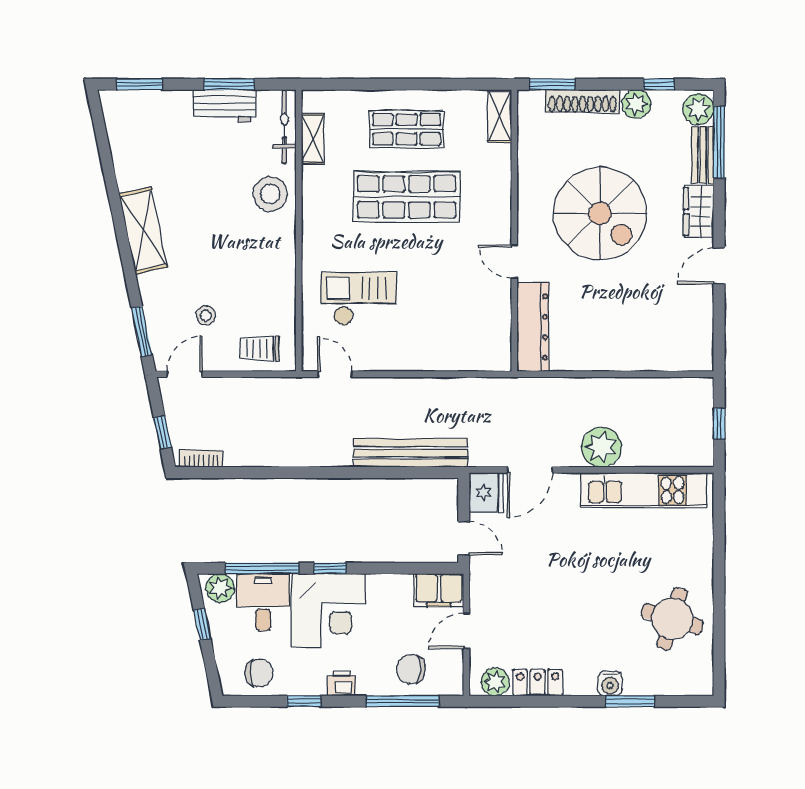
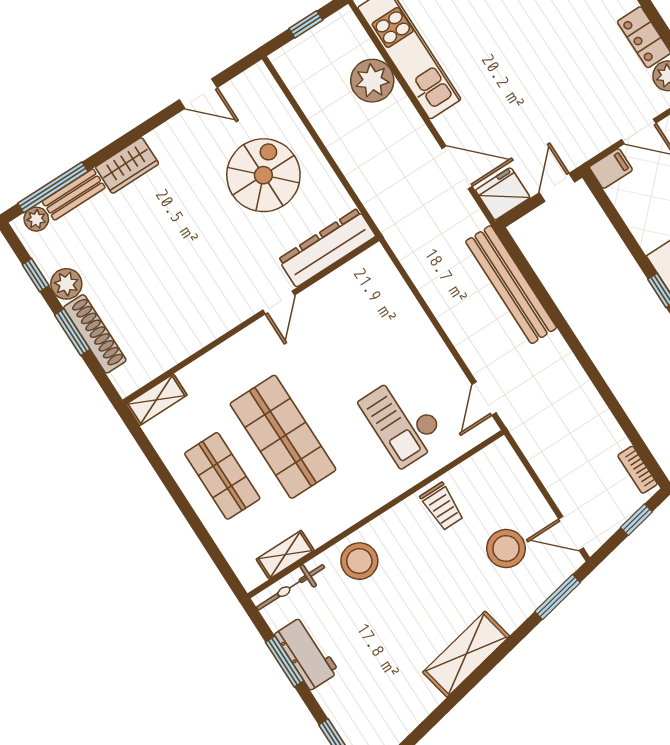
window: (552, 84) -> (72, 332), moved
plant: (698, 109) -> (36, 219), width x0.73, depth x0.73
spiral stairs: (600, 213) -> (263, 175), moved, width x0.73, depth x0.73
door: (719, 266) -> (198, 94), moved
stool: (206, 315) -> (506, 549), width x1.89, depth x1.89
trolley: (259, 349) -> (442, 506), moved
plant: (601, 447) -> (372, 81), moved
filing cabinet: (439, 590) -> (611, 168), width x0.50

